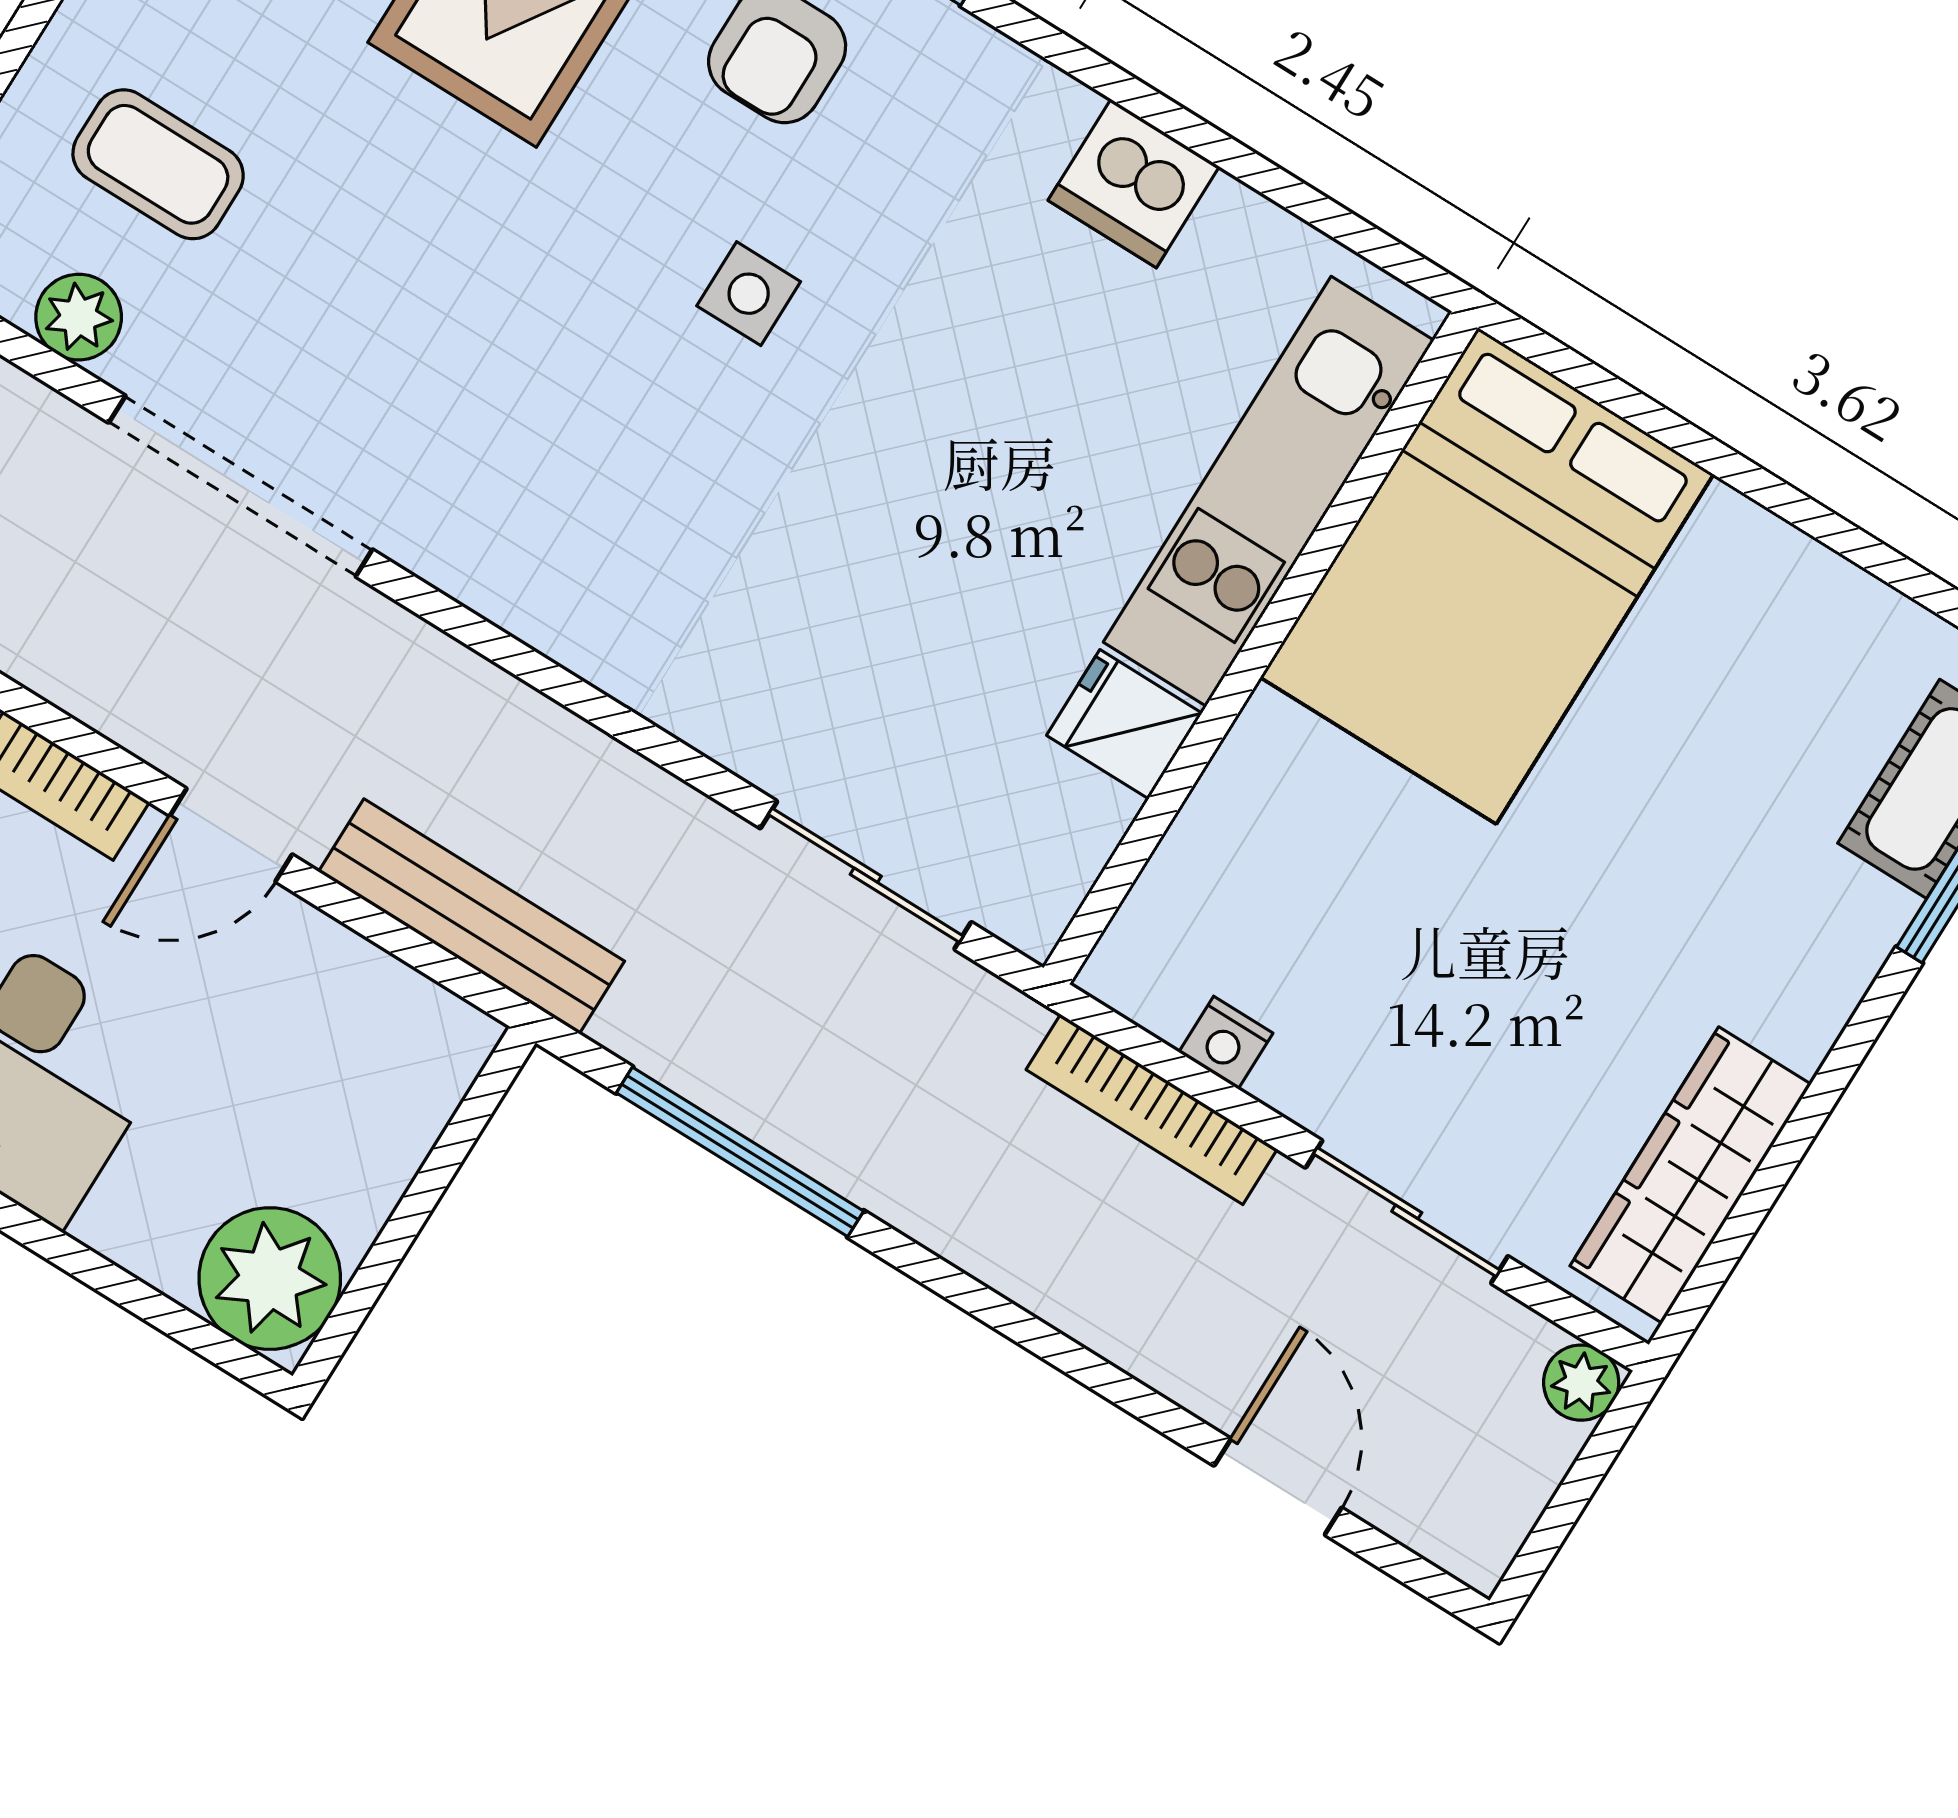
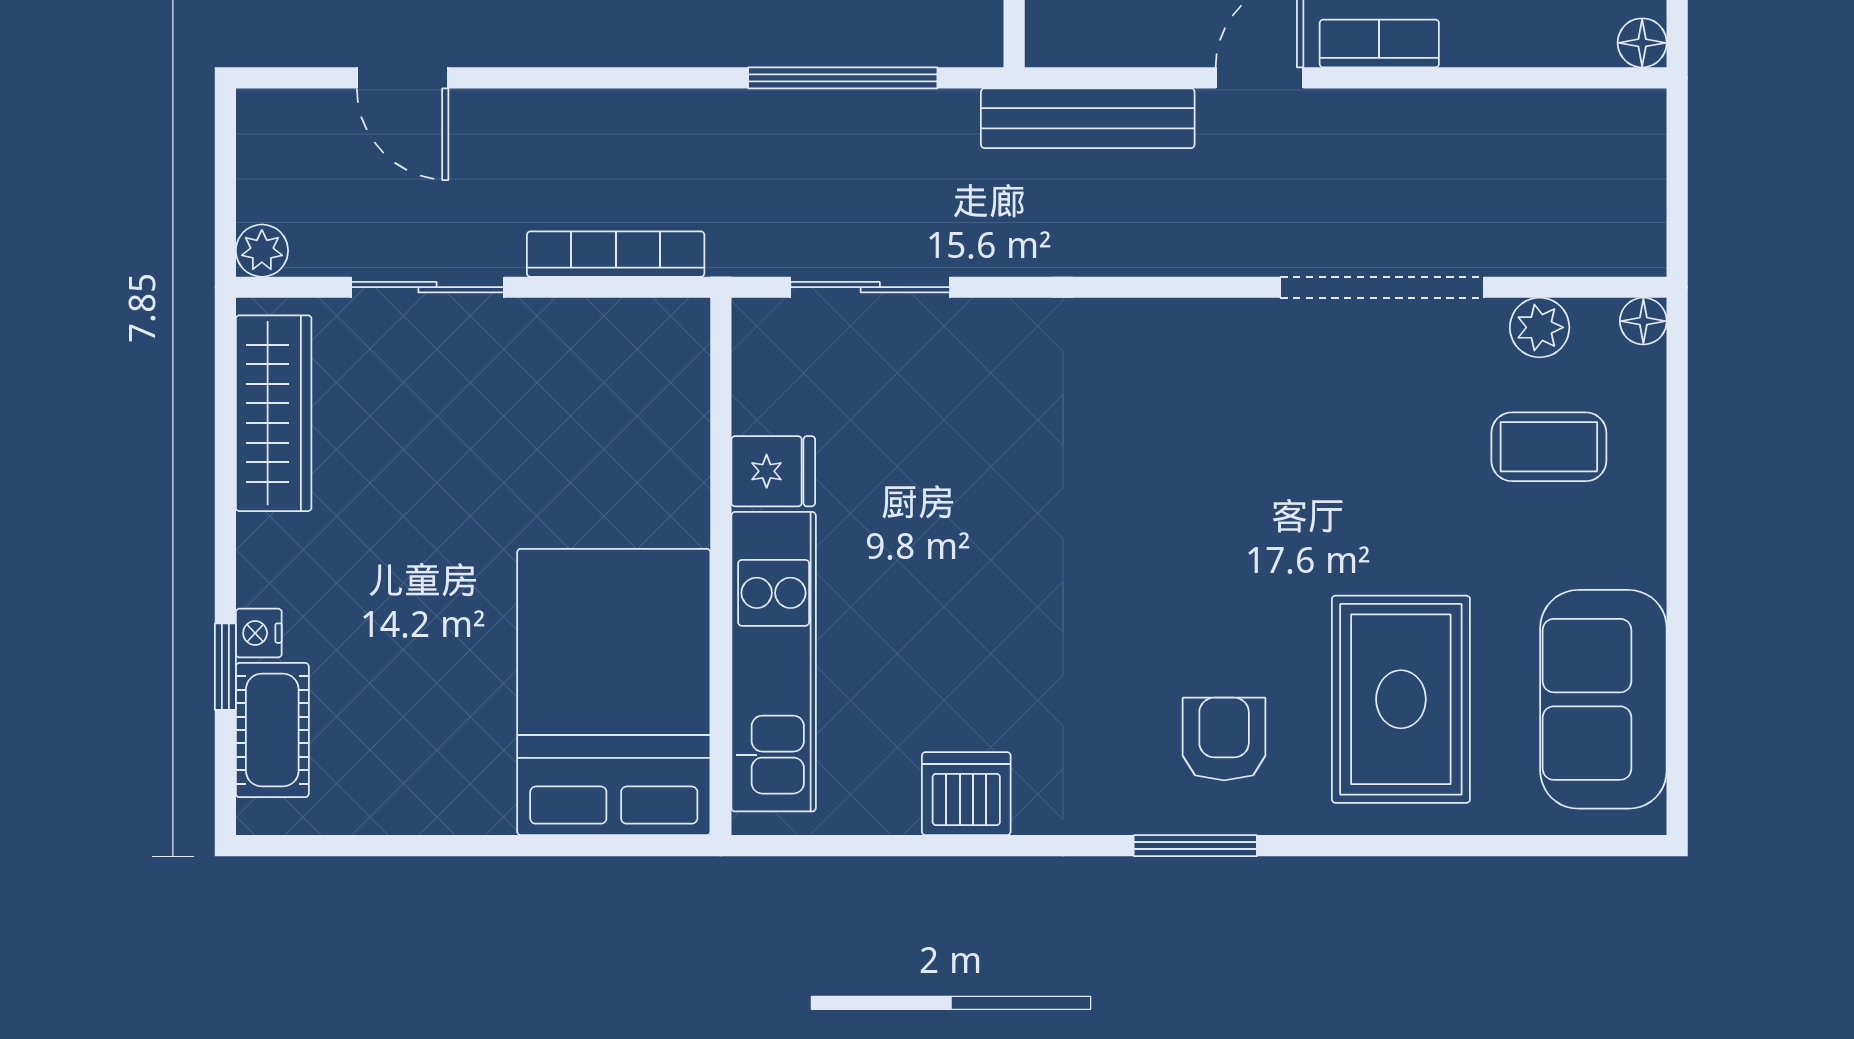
side table: (749, 294) -> (1153, 587), removed
nightstand: (1226, 1043) -> (259, 633), moved, turned -90

